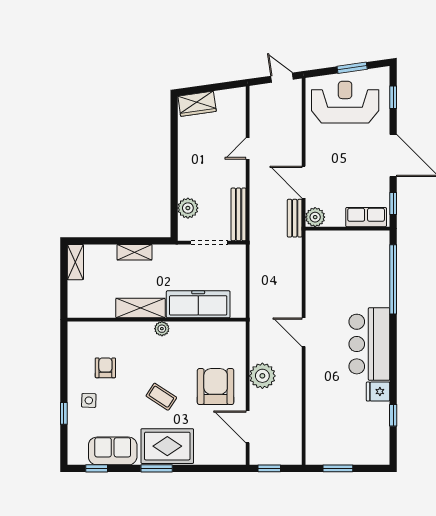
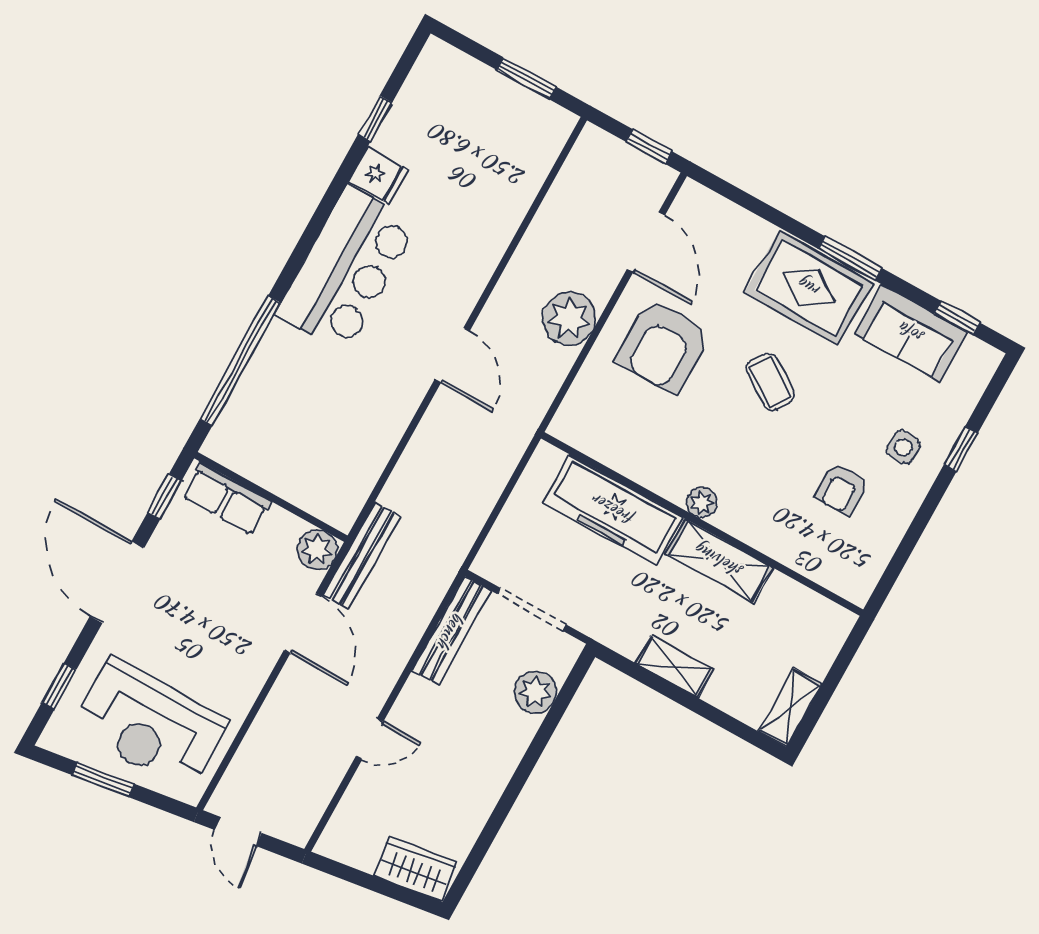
bench: (295, 218) -> (362, 556), width x1.36

